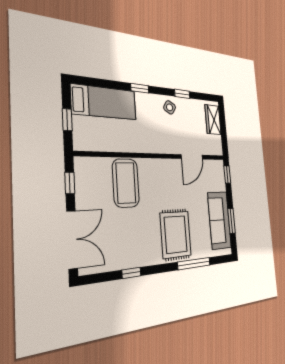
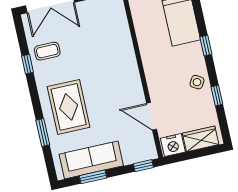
nightstand: (215, 145) -> (173, 145), added
coffee table: (126, 183) -> (47, 51), moved, width x0.54, depth x0.58
rug: (176, 234) -> (69, 107), turned 90
window: (194, 264) -> (43, 132), width x0.69

